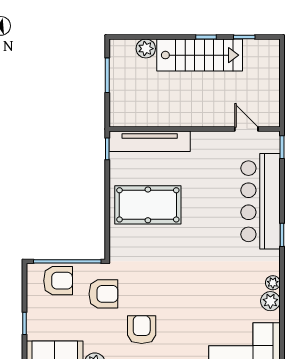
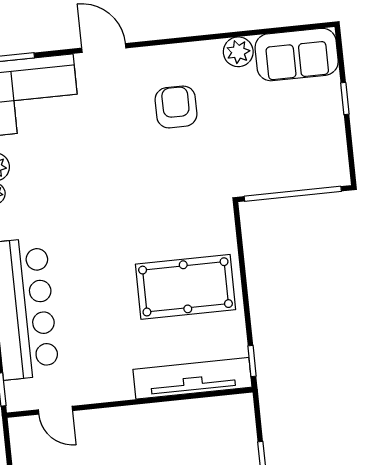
armchair: (58, 281) -> (303, 165), removed
armchair: (103, 294) -> (236, 152), removed
armchair: (142, 330) -> (176, 107), turned 180

